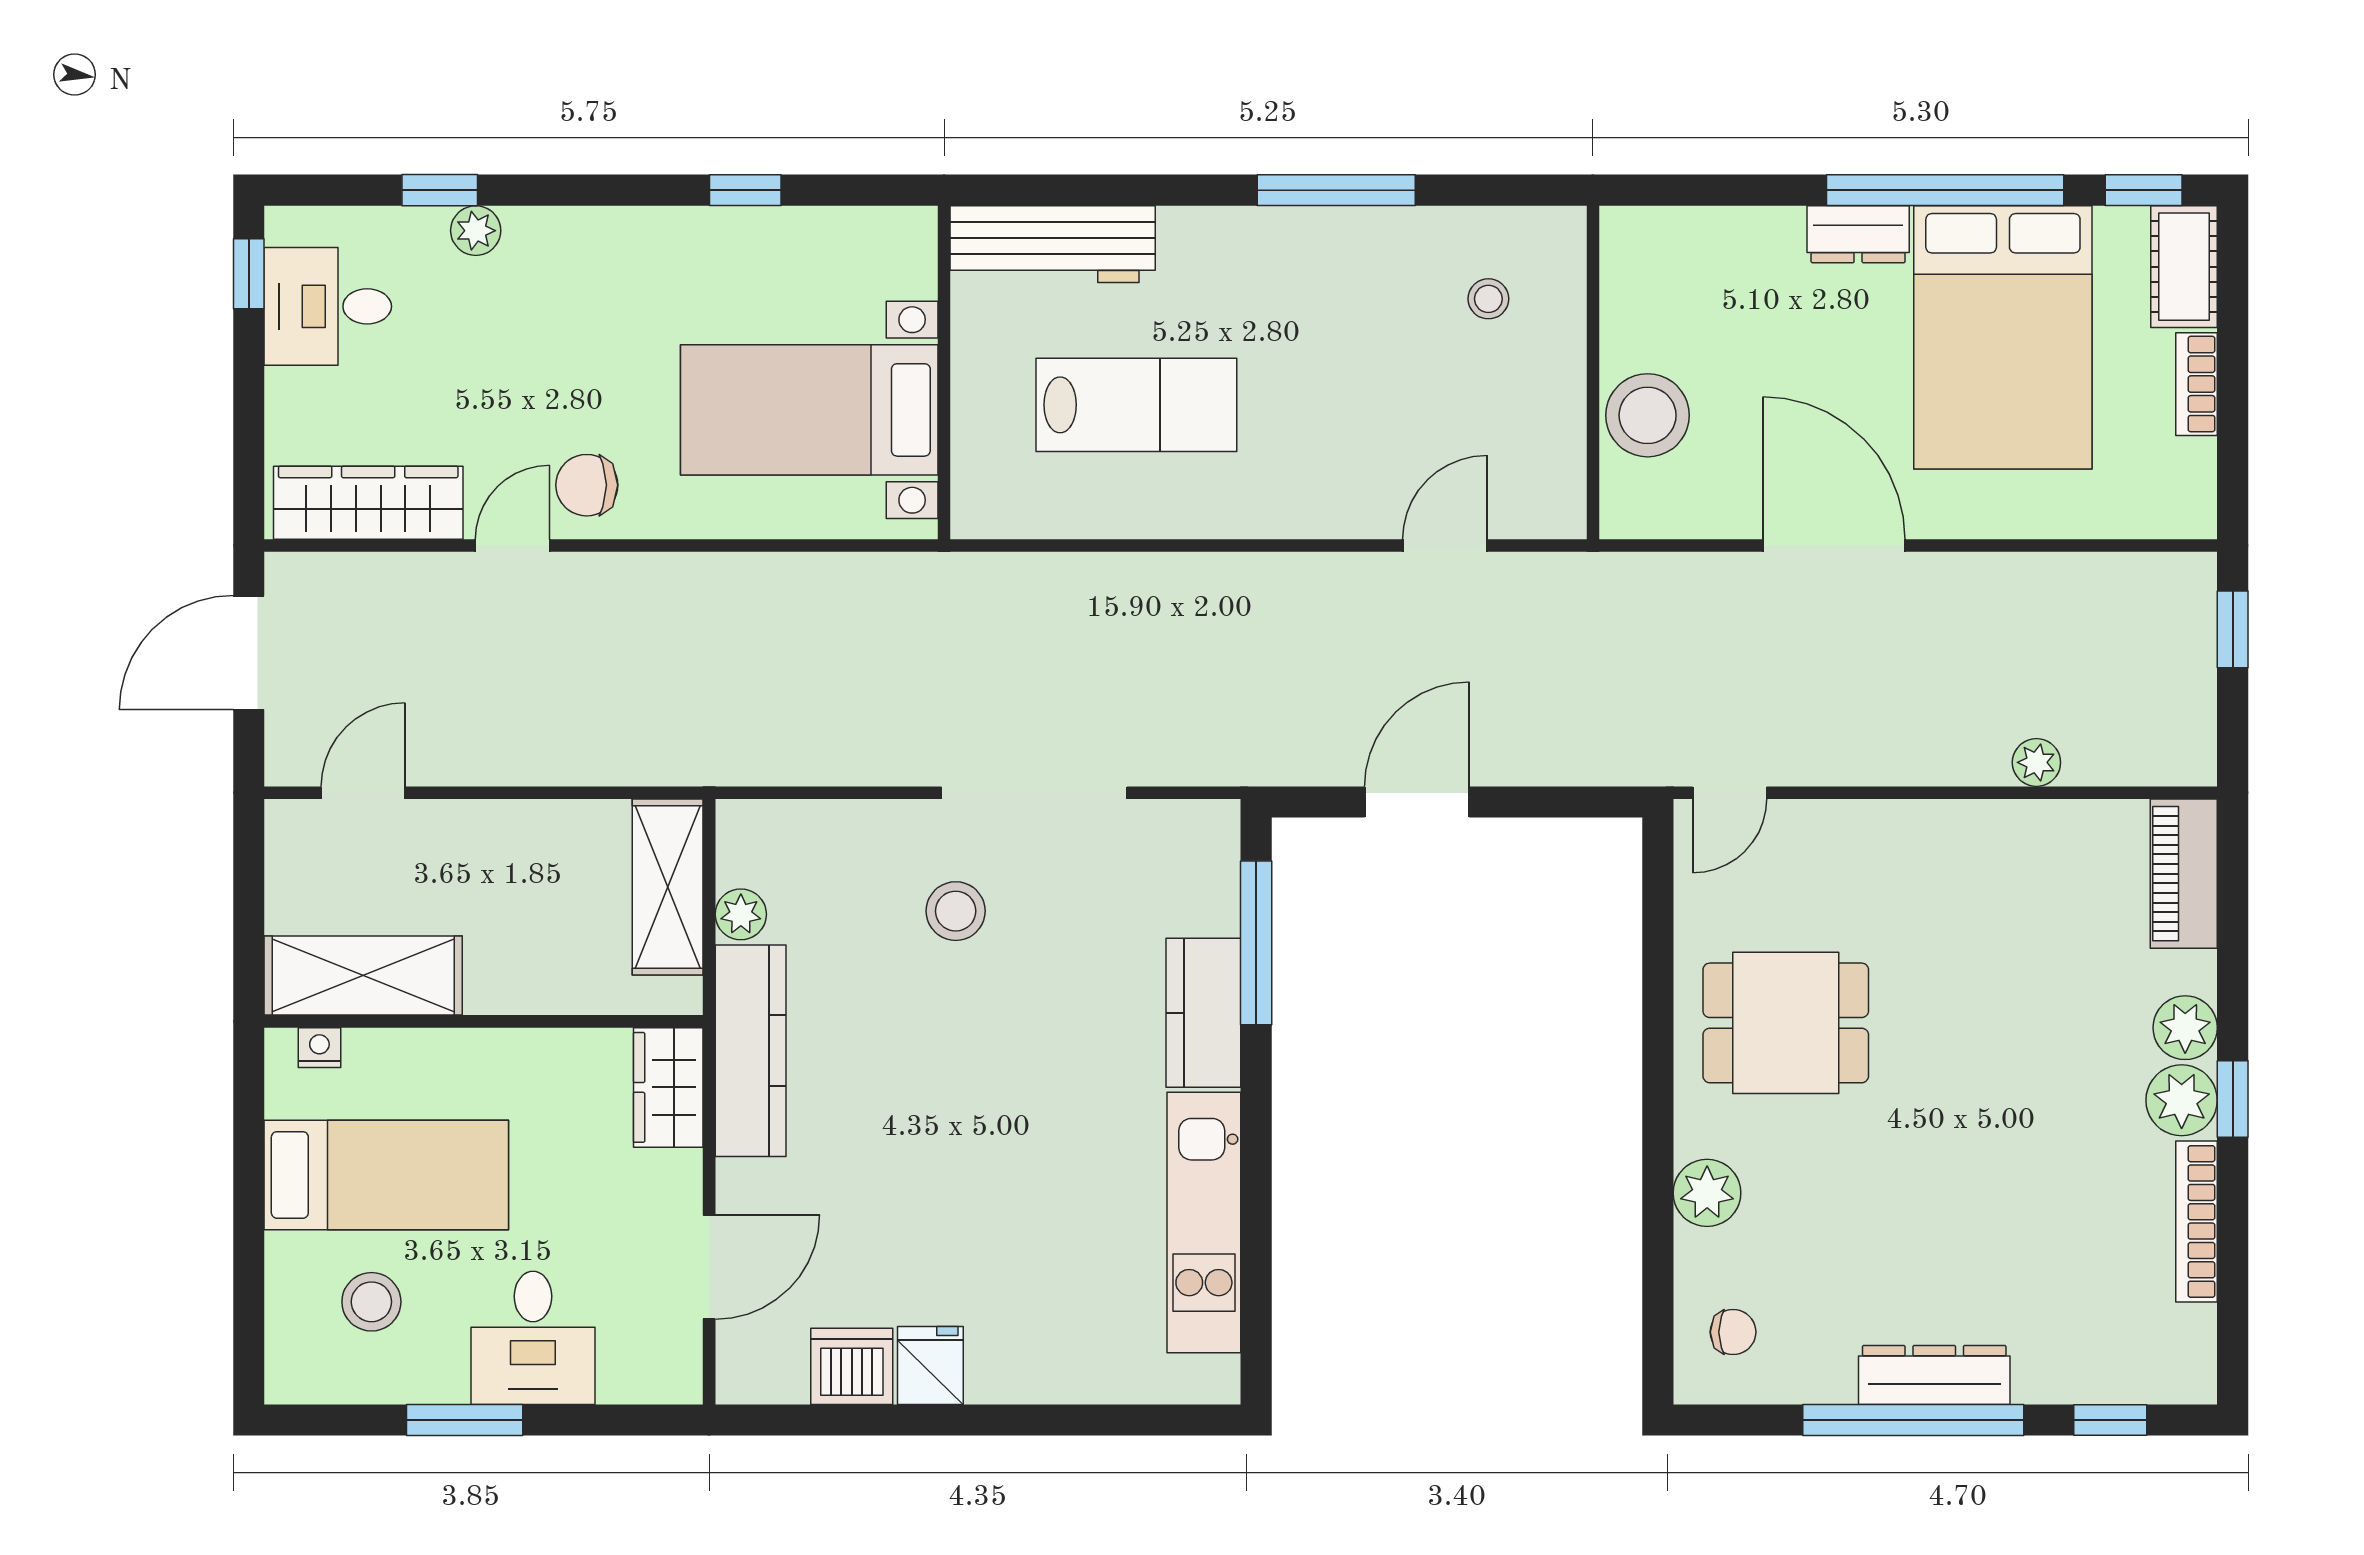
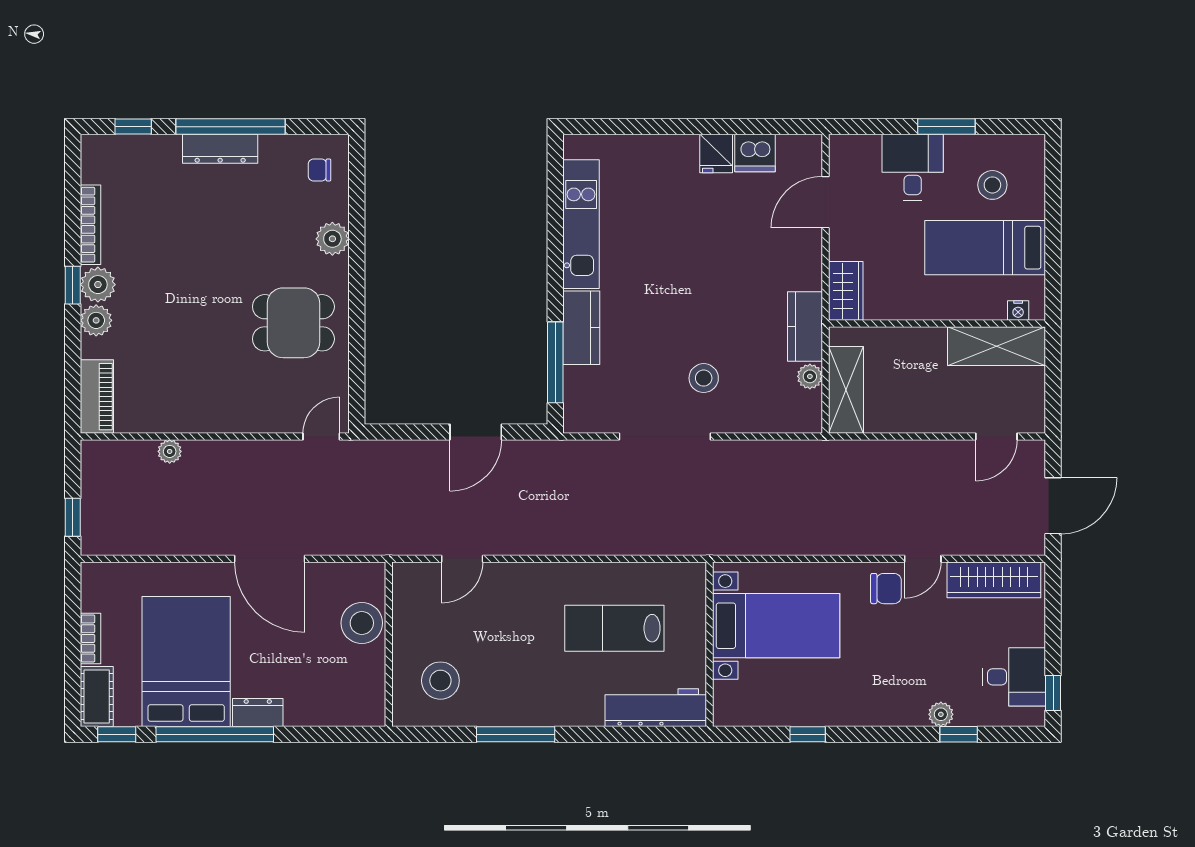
stool: (1488, 299) -> (440, 681), width x1.89, depth x1.89
kitchen counter: (751, 1051) -> (805, 326), width x0.67

